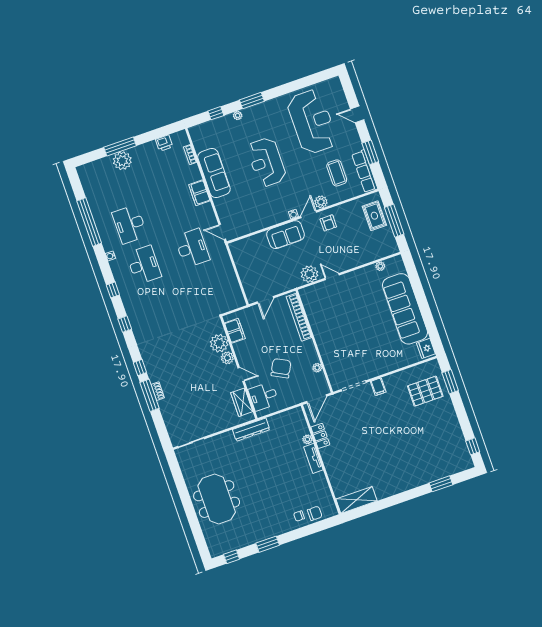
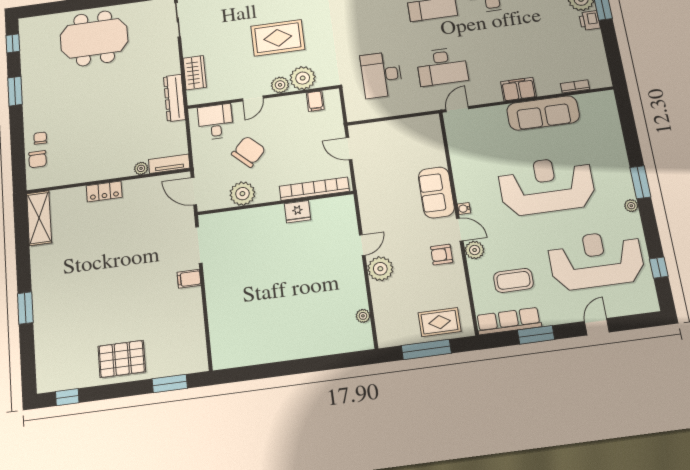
window: (216, 113) -> (659, 268), moved
plant: (238, 115) -> (631, 206), moved
reception desk: (312, 122) -> (596, 260), turned 180
printer: (164, 143) -> (589, 20), moved
reception desk: (266, 162) -> (547, 186), width x1.36, depth x1.30
plant: (309, 274) -> (380, 269), moved
desk: (206, 289) -> (382, 75), added
sofa: (405, 309) -> (292, 339), removed
filing cabinet: (235, 331) -> (315, 101), width x0.50
fridge: (426, 348) -> (298, 212), moved, turned 180
rug: (192, 368) -> (278, 38), added
chair: (281, 368) -> (248, 152), turned -74
plant: (317, 368) -> (242, 194), width x1.87, depth x1.87
pallet: (425, 391) -> (122, 359), moved, turned 90
wardrobe: (242, 402) -> (195, 73), moved, turned 90
locker: (320, 436) -> (104, 191), moved
tv unit: (313, 458) -> (169, 164), moved
window: (441, 484) -> (25, 308), moved

